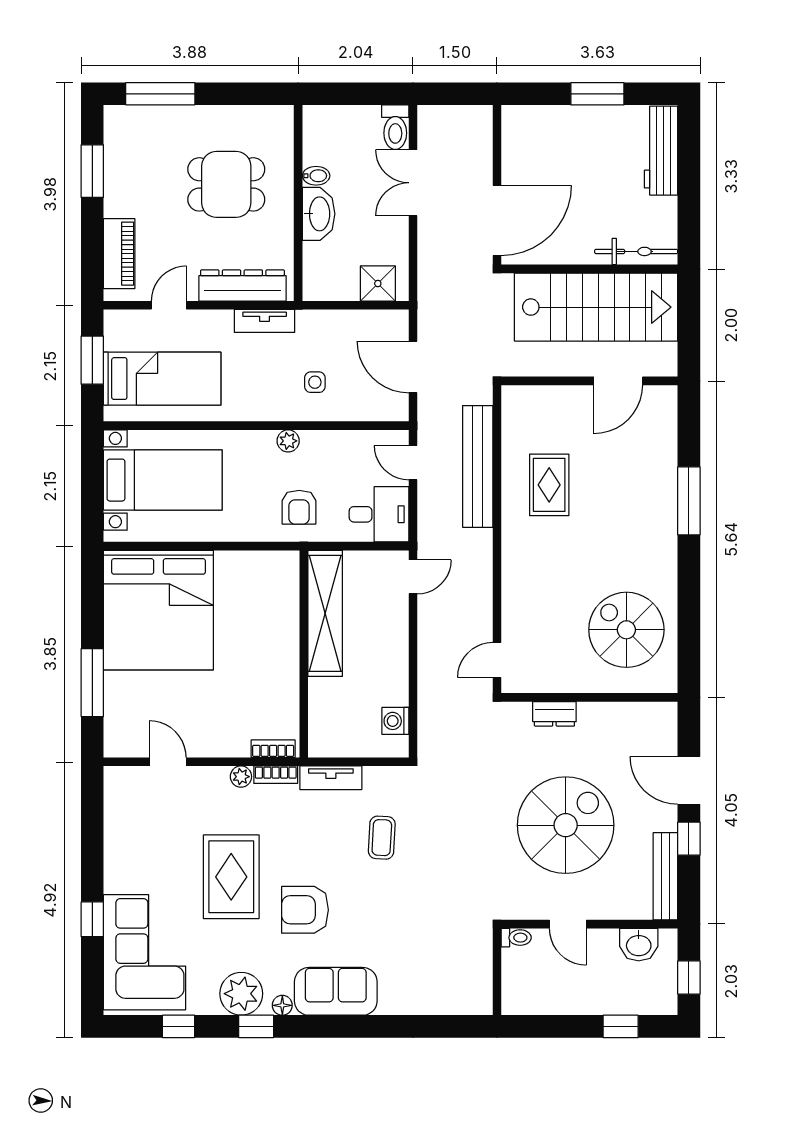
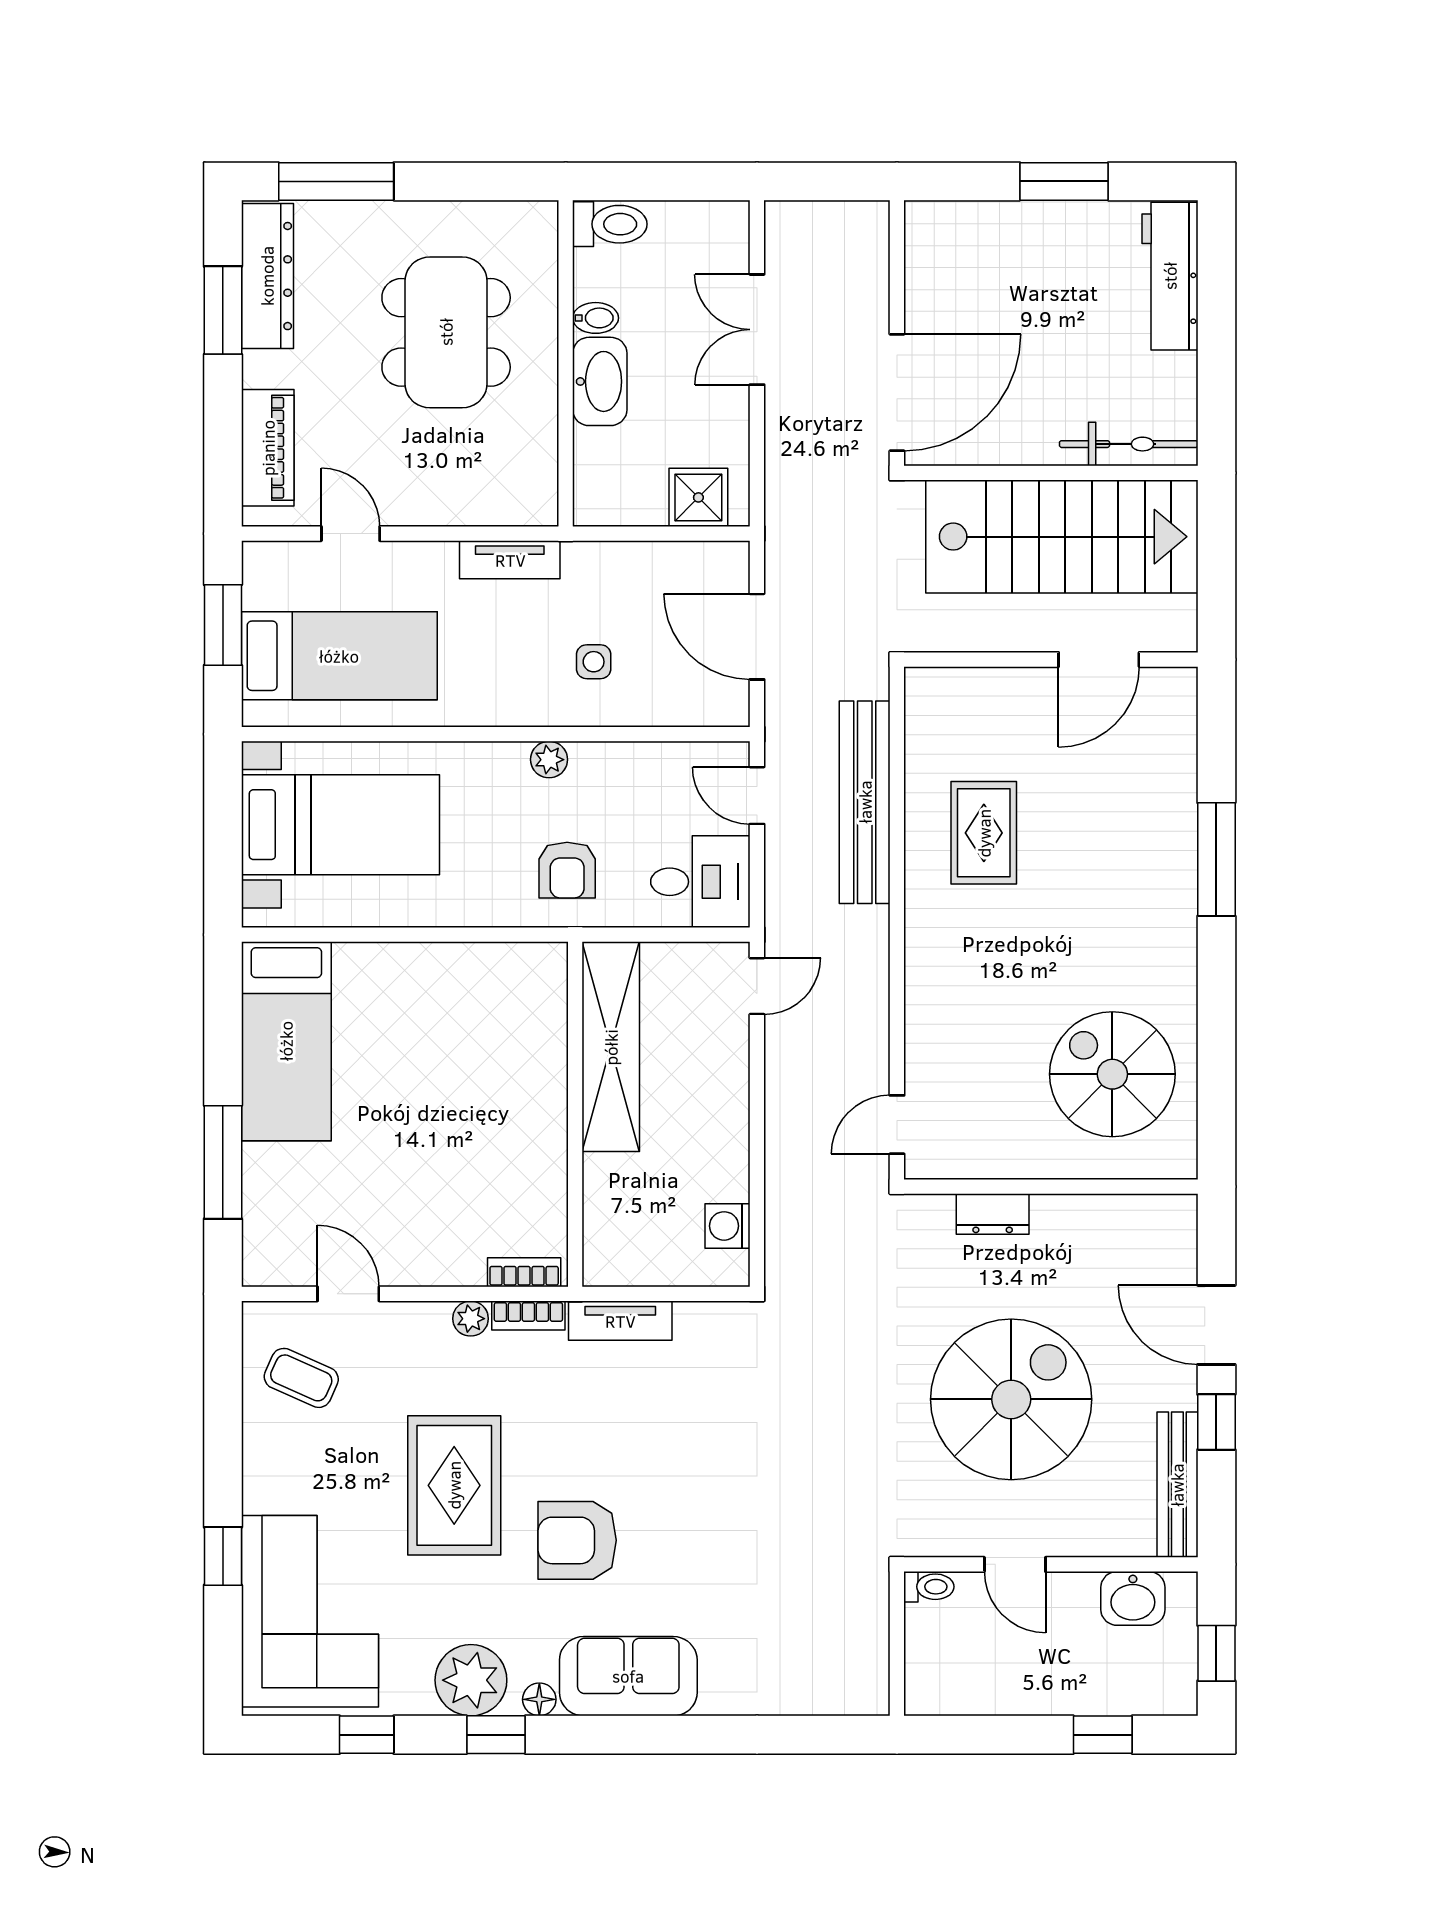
toilet: (395, 127) -> (610, 224), moved, turned -90
dining table: (226, 184) -> (446, 332), width x1.38
dresser: (242, 285) -> (267, 276), moved, turned 90
door: (169, 305) -> (351, 534), hinge flipped
bed: (158, 610) -> (286, 1041), width x0.49
coffee table: (382, 838) -> (301, 1378), moved, turned -69

